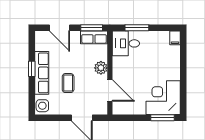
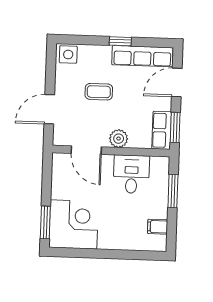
filing cabinet: (175, 38) -> (158, 227), moved
desk: (126, 43) -> (131, 174), moved
row of seats: (42, 73) -> (142, 56), moved
door: (110, 90) -> (86, 150), hinge flipped

